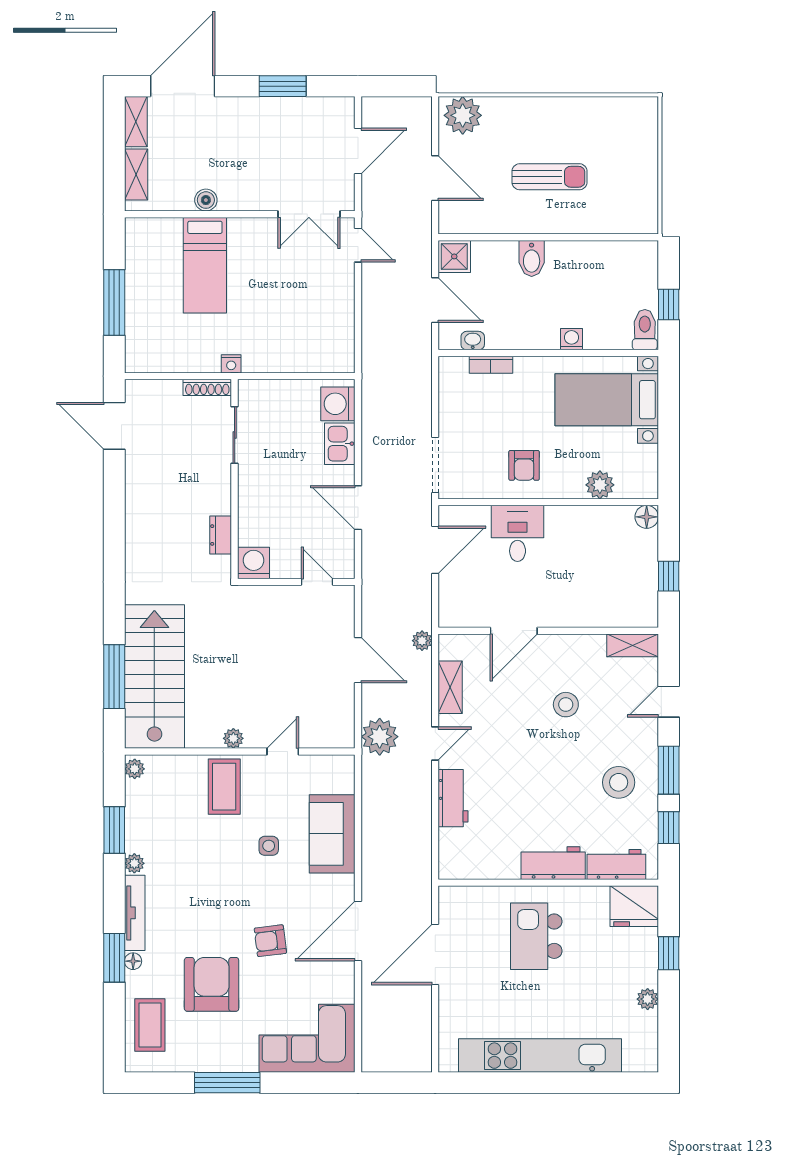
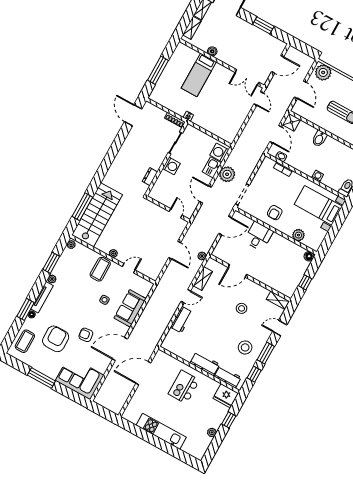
washing machine: (254, 563) -> (171, 166), moved, turned 90
plant: (380, 737) -> (227, 174), moved
kitchen unit: (540, 1056) -> (161, 431), width x0.73

